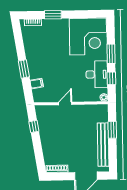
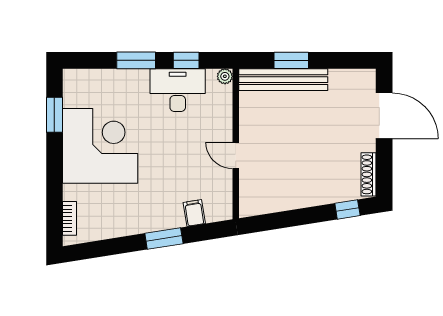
window: (53, 15) -> (54, 115), moved
corner desk: (88, 36) -> (100, 146), moved
window: (34, 126) -> (347, 209), moved
bench: (103, 145) -> (283, 80), moved

